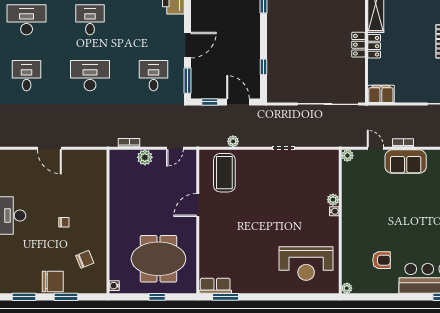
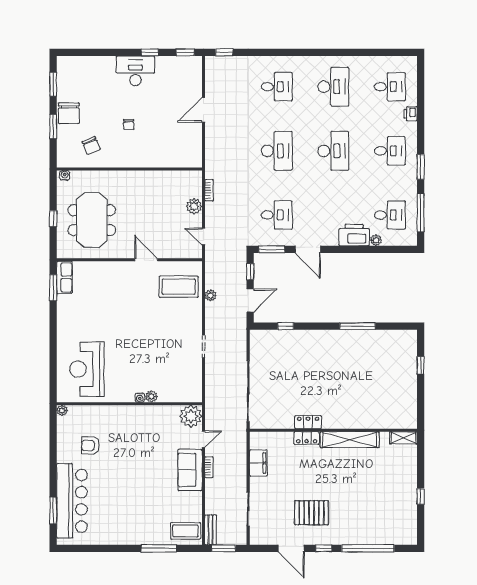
desk: (90, 20) -> (333, 151), width x1.37
filing cabinet: (381, 94) -> (258, 463), moved
plant: (347, 156) -> (191, 416), width x1.88, depth x1.88
armchair: (382, 260) -> (90, 445), turned 90

